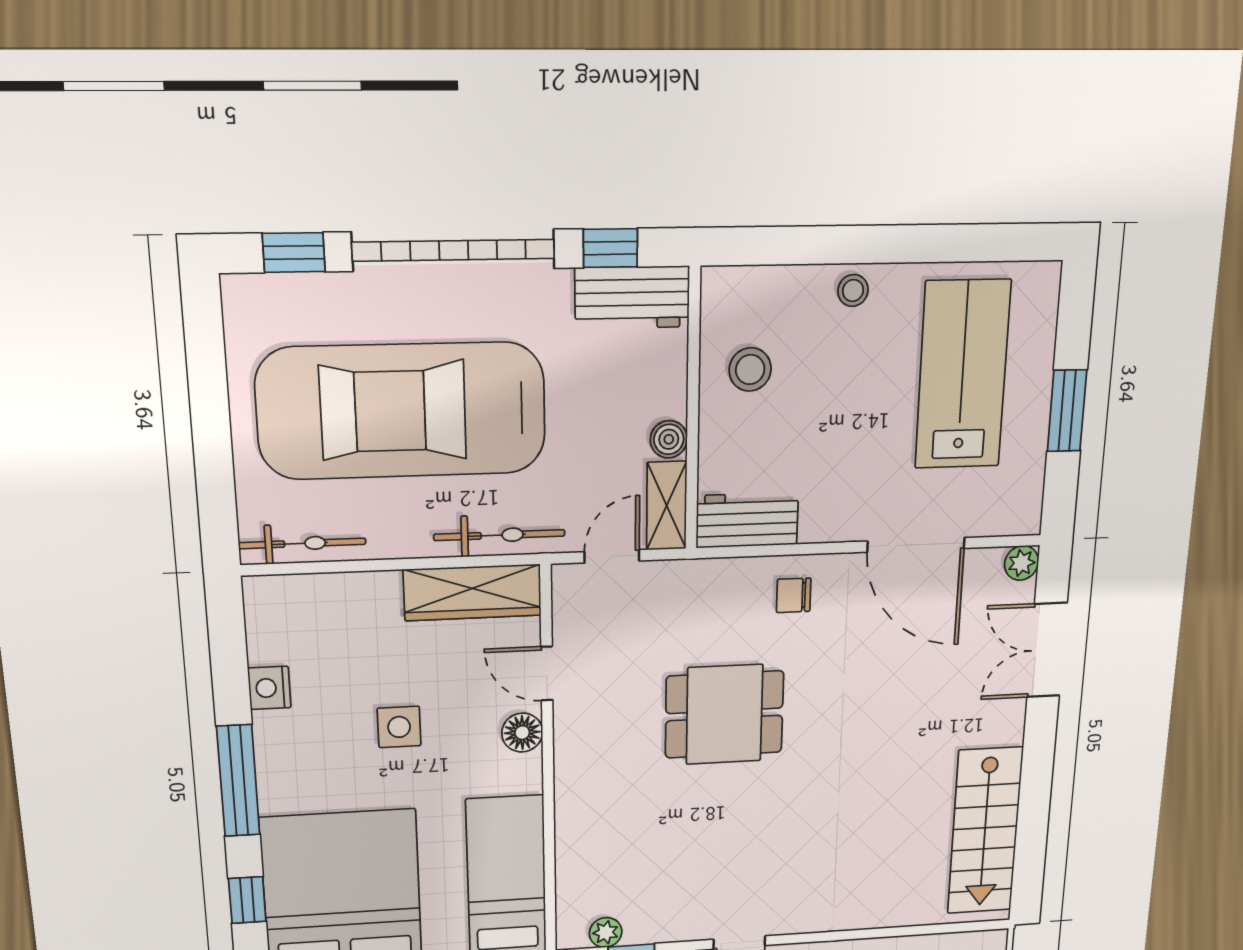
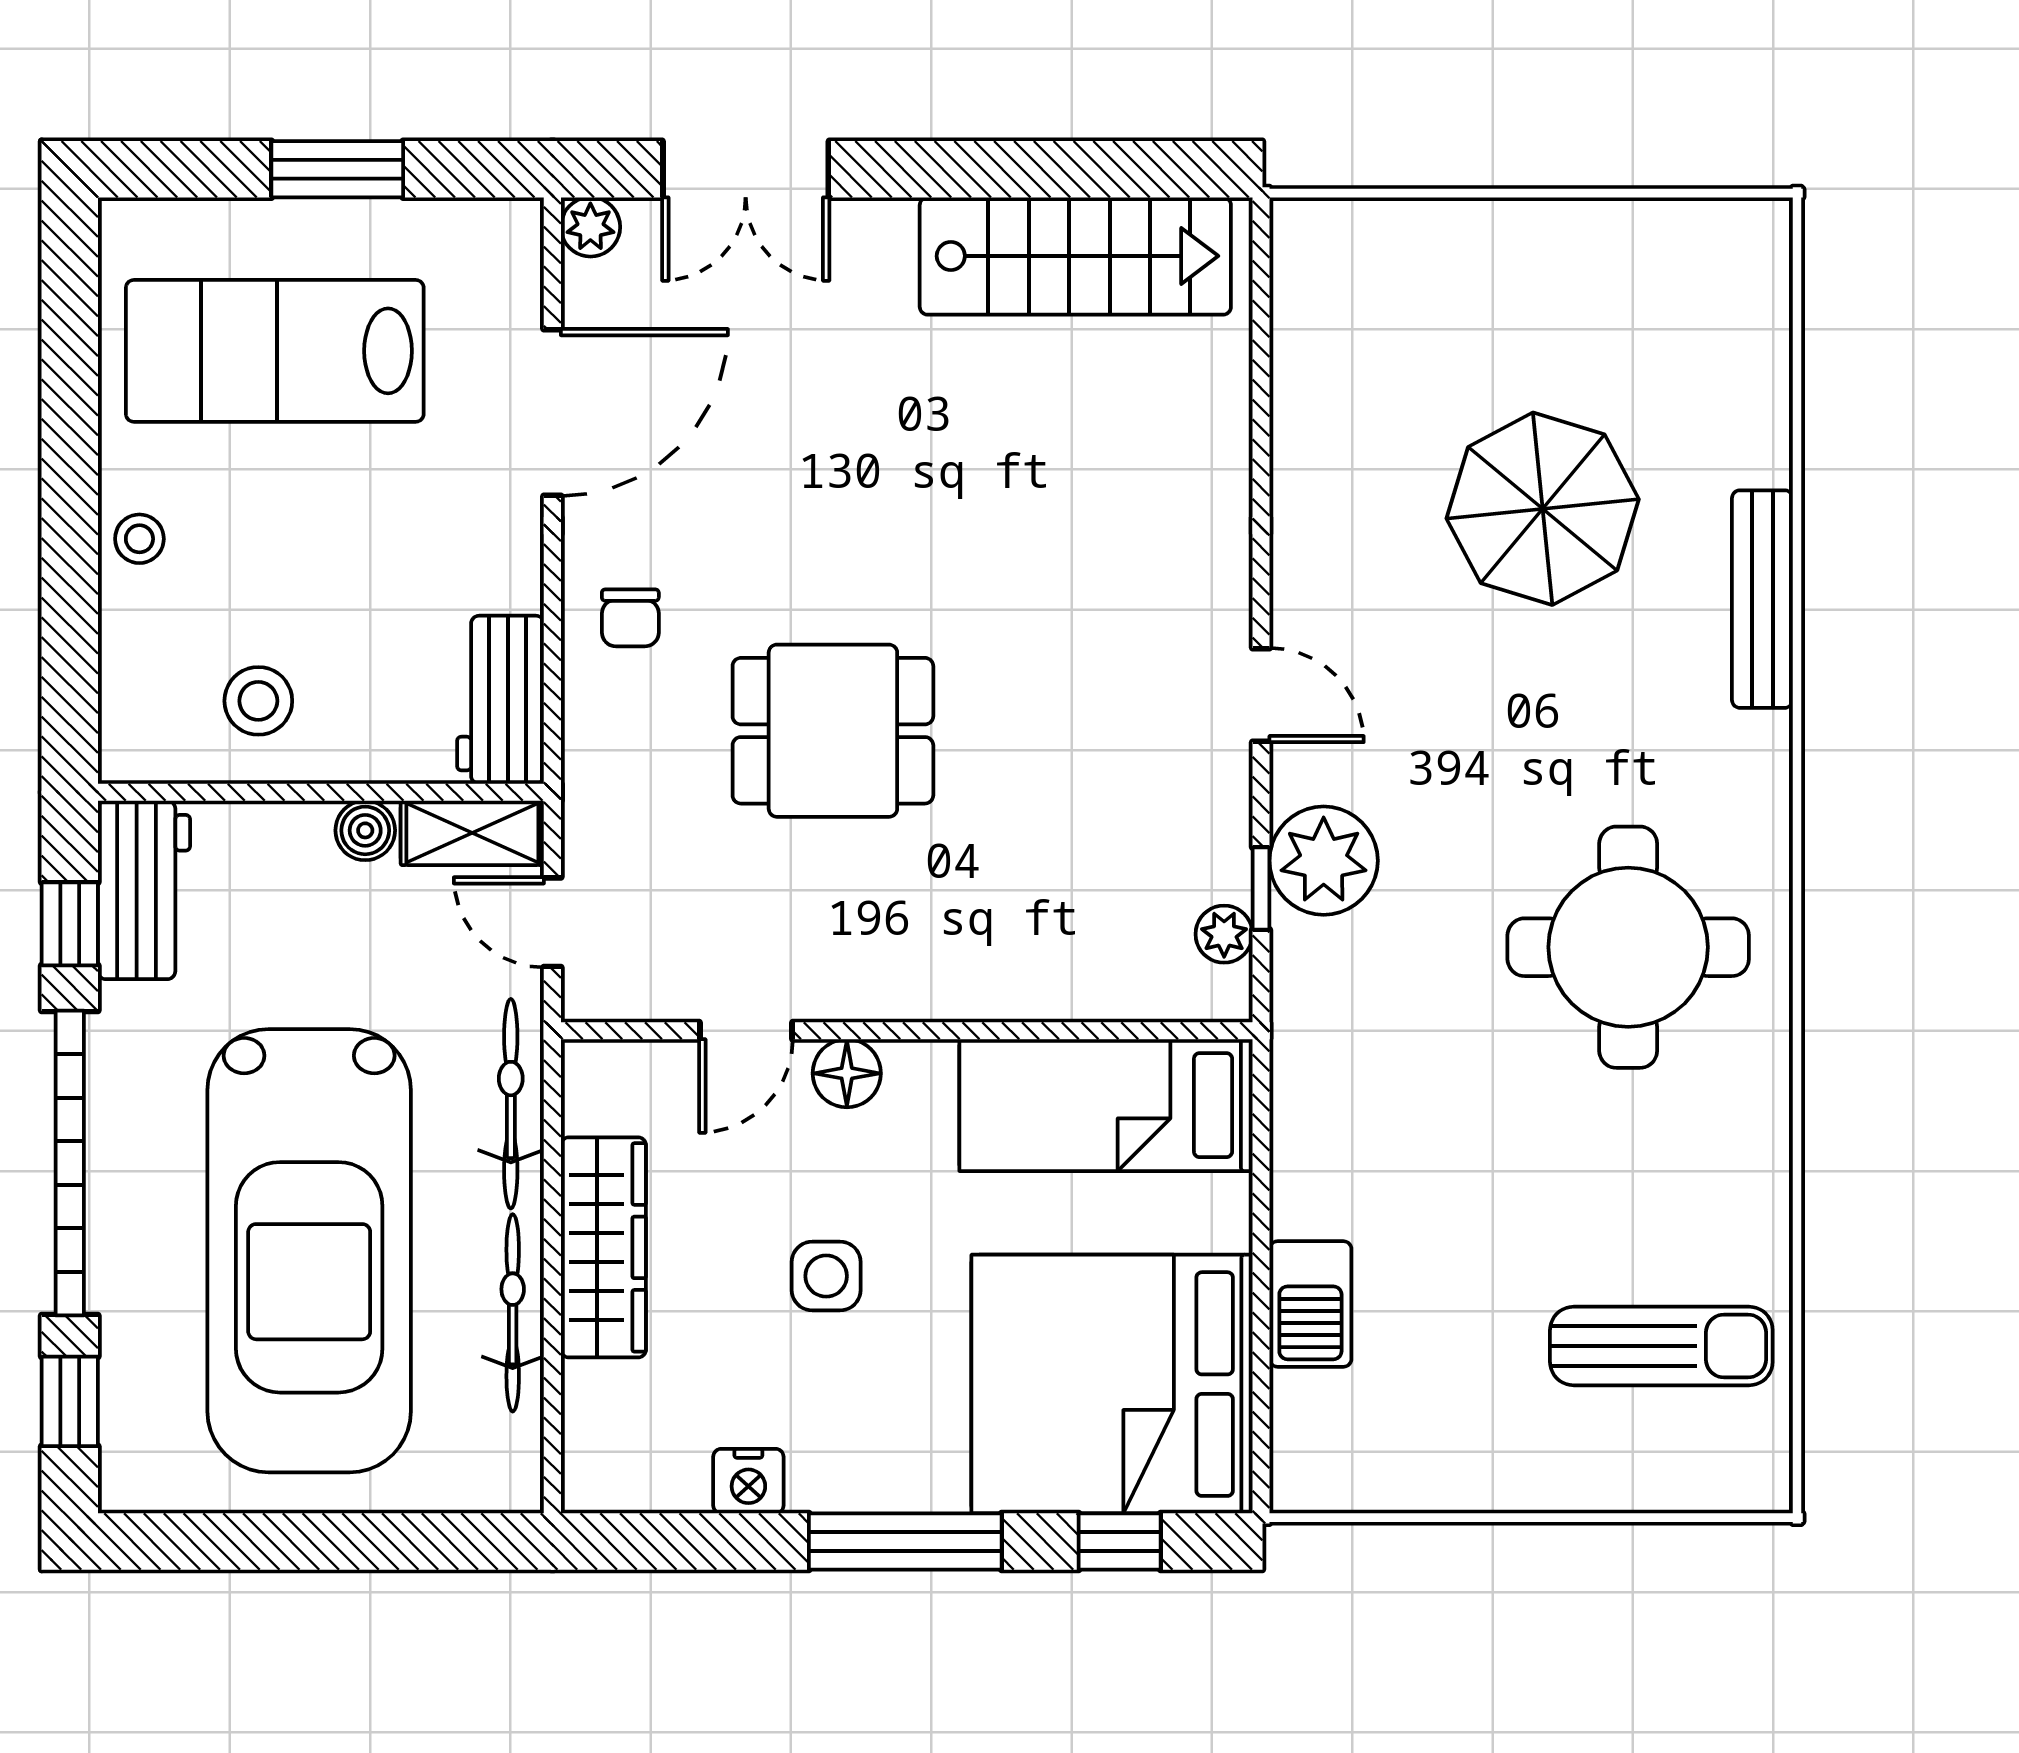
bicycle: (302, 543) -> (513, 1313), moved
wardrobe: (473, 592) -> (603, 1247), moved
dining table: (724, 714) -> (833, 731), turned 90

